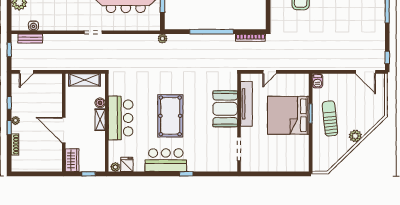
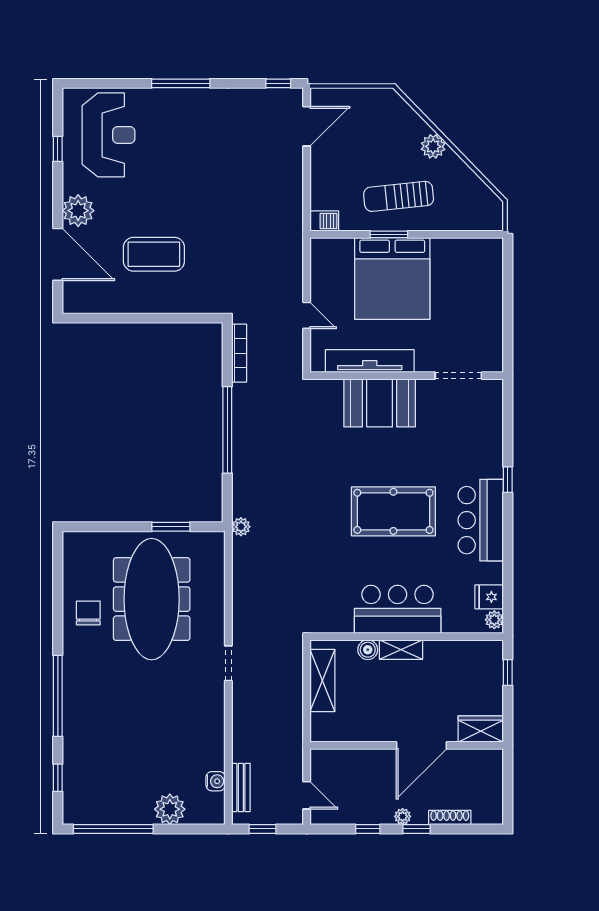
wall: (64, 123) -> (407, 745), moved
door: (64, 130) -> (422, 745), moved
wardrobe: (72, 160) -> (481, 729), moved

